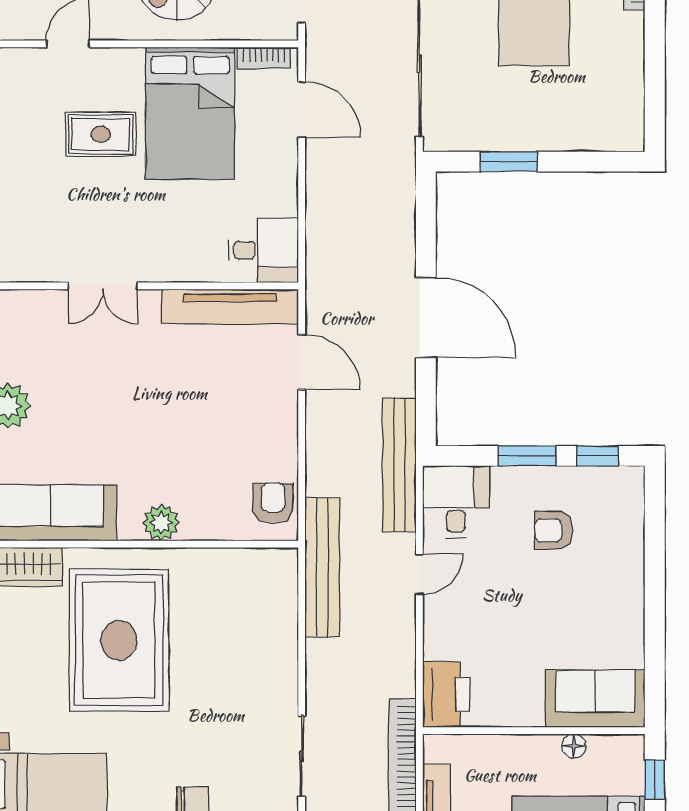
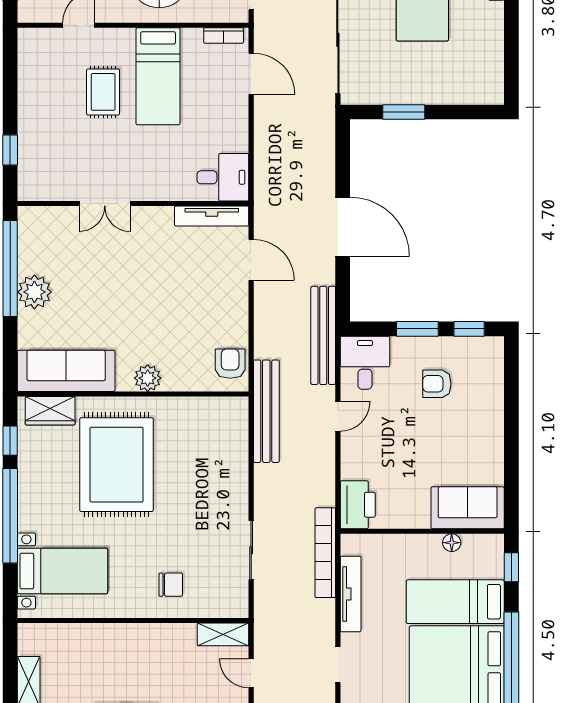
bed: (190, 113) -> (158, 76), width x0.67
rug: (101, 134) -> (103, 92), turned 90
tv unit: (230, 307) -> (212, 216), width x0.73, depth x0.78

